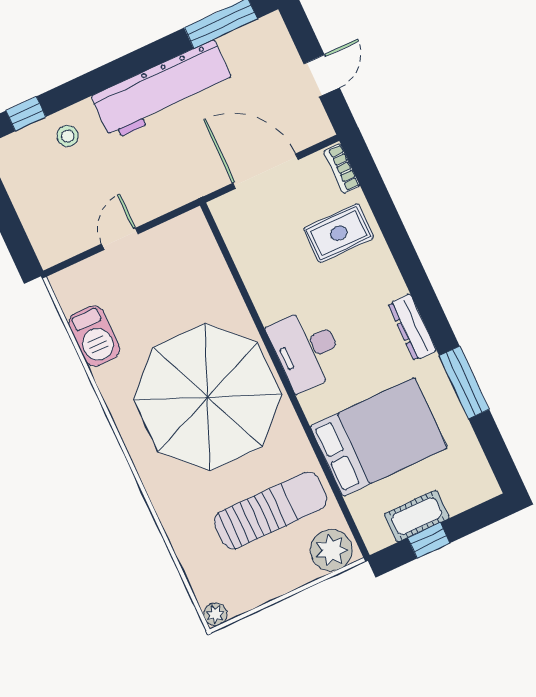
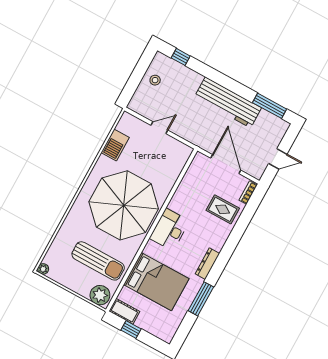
stool: (68, 136) -> (155, 80), moved
cot: (417, 516) -> (124, 311), moved

